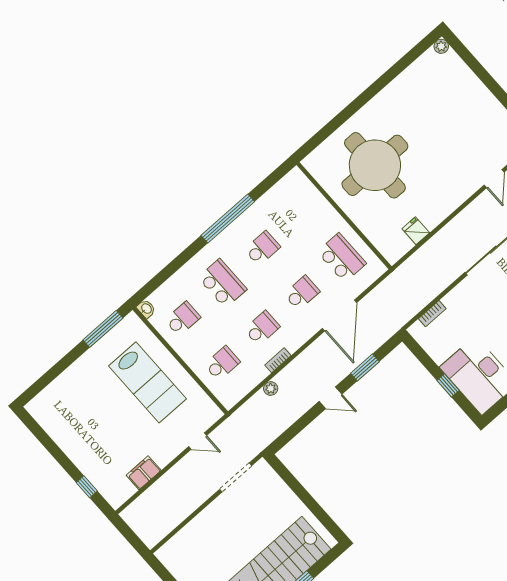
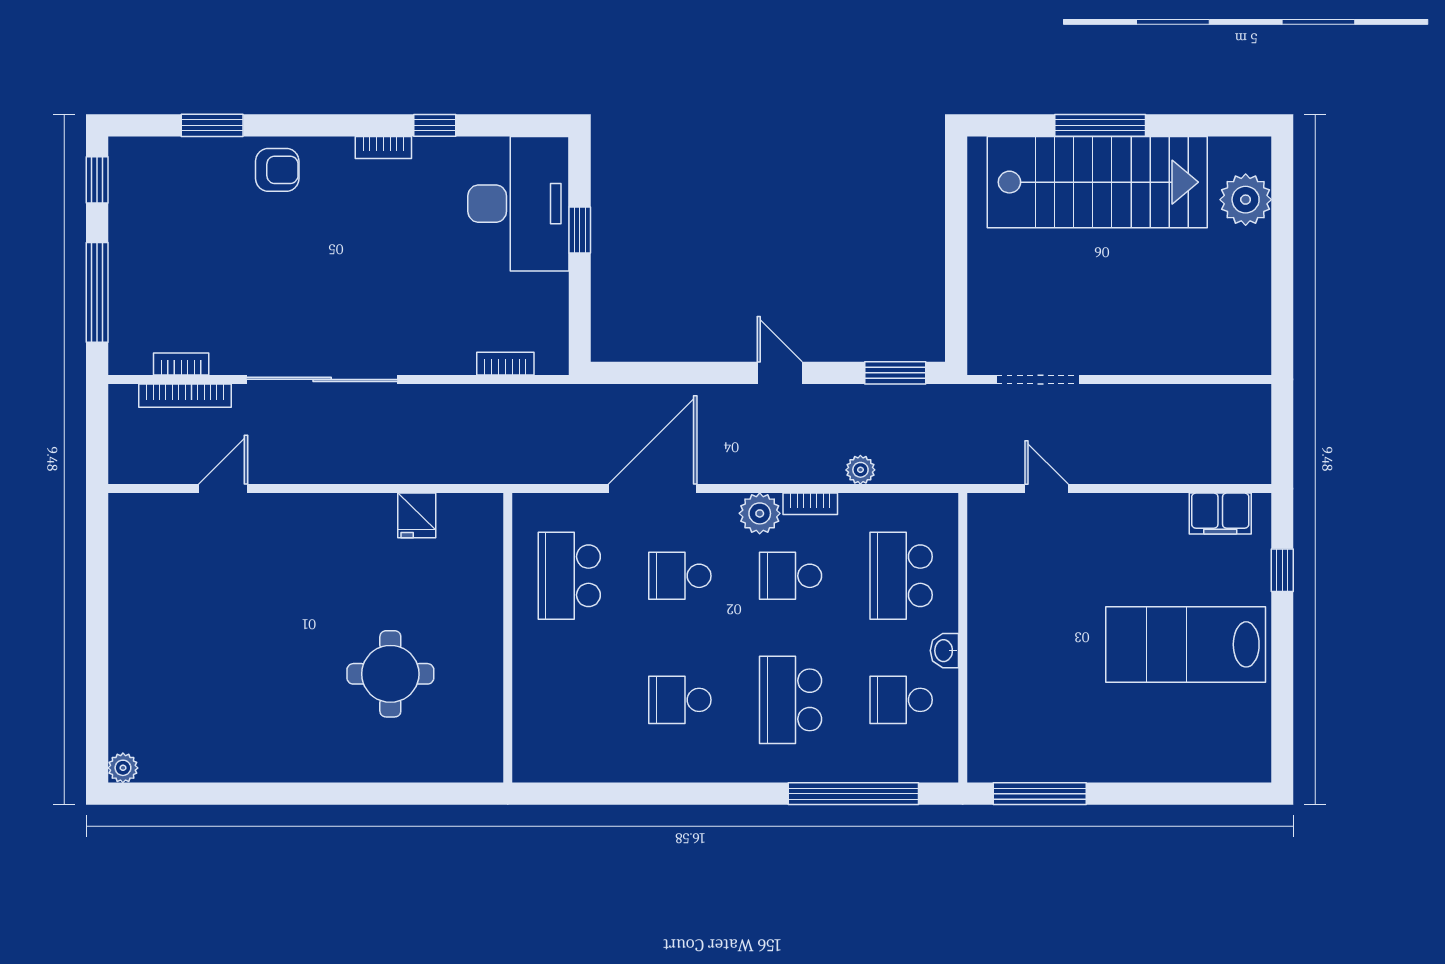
round table: (375, 165) -> (390, 674), width x0.54, depth x0.54
window: (228, 219) -> (853, 794), moved
washbasin: (146, 309) -> (944, 651), moved
plant: (293, 341) -> (760, 513), added
school desk: (222, 363) -> (901, 576), width x1.85
window: (365, 367) -> (895, 373), moved
lab bench: (147, 382) -> (1186, 644), moved, turned -90
filing cabinet: (144, 473) -> (1220, 513), moved

